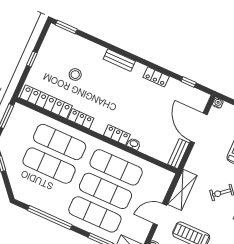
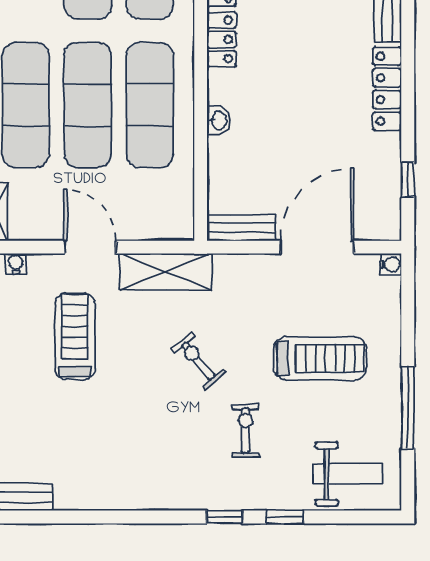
locker: (156, 77) -> (387, 89), width x1.53
locker: (117, 135) -> (222, 39), moved

